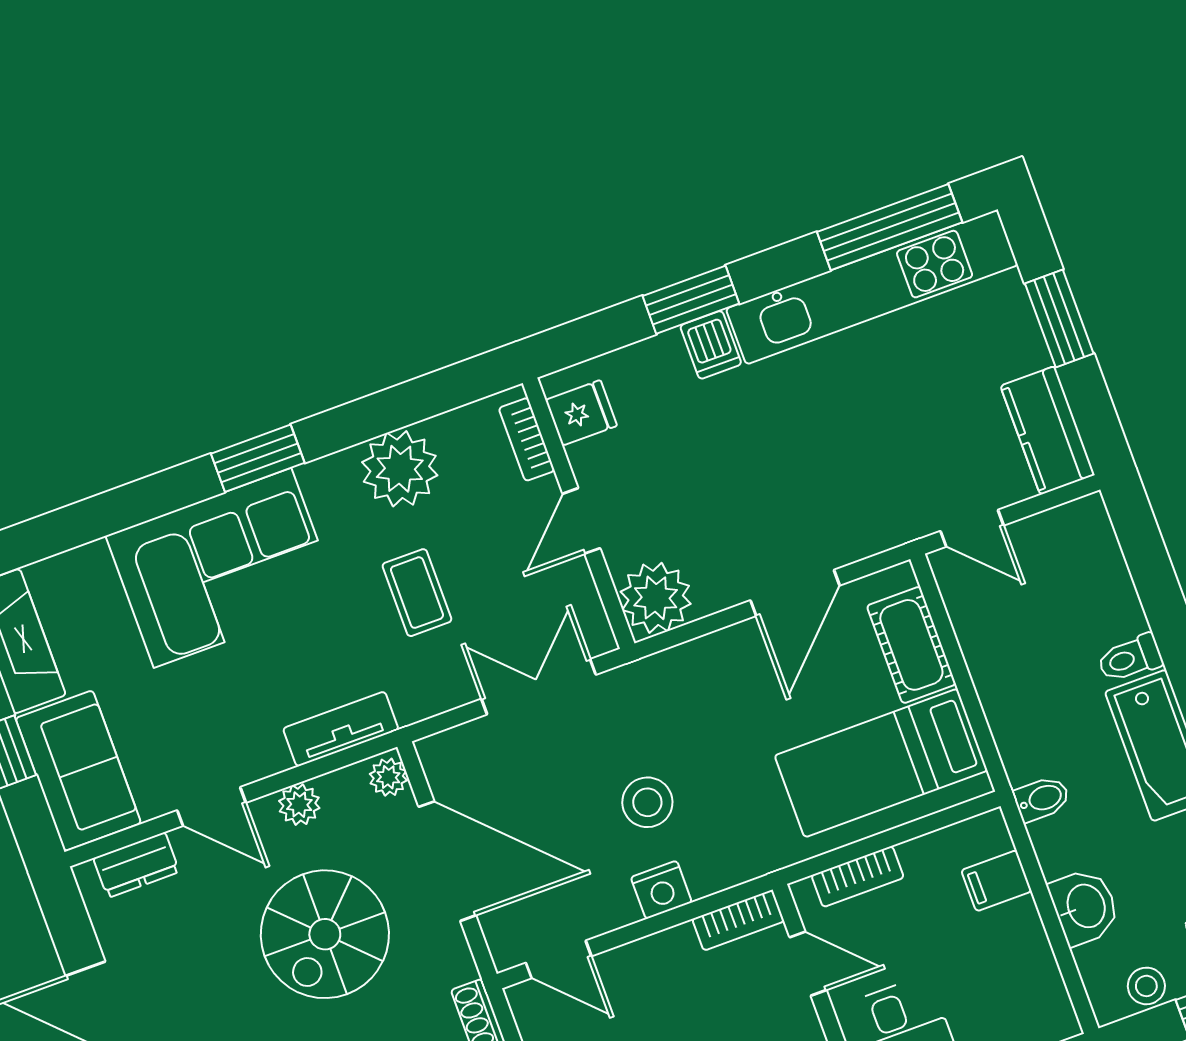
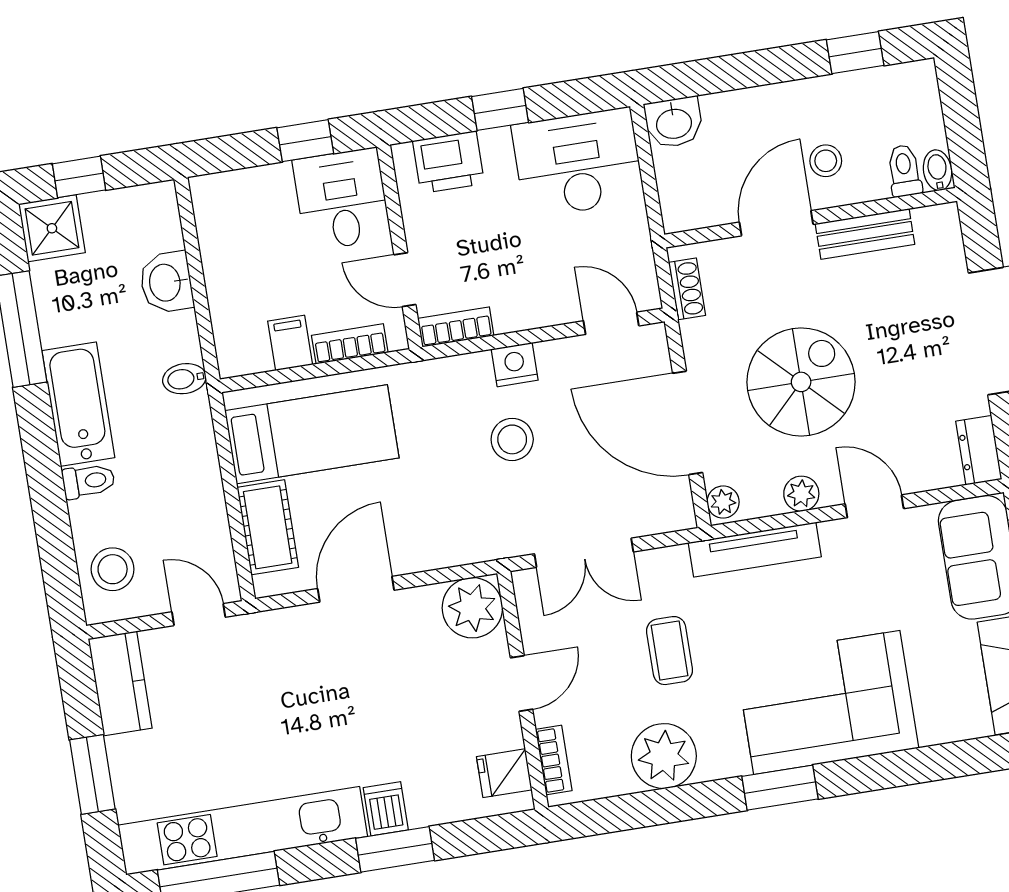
tv unit: (341, 729) -> (755, 550), width x1.41
dresser: (136, 865) -> (979, 450), moved, turned -90
filing cabinet: (996, 881) -> (290, 343), moved, turned -90
stool: (1146, 986) -> (113, 569), moved, width x1.37, depth x1.37

